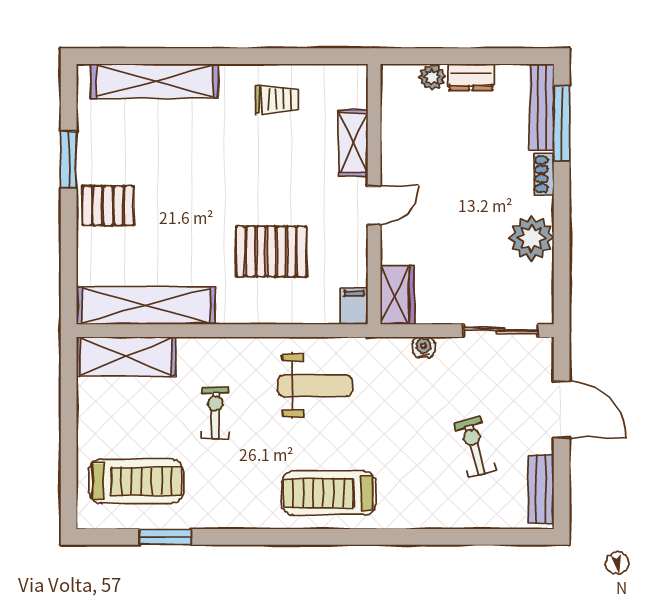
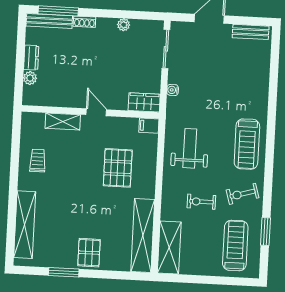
plant: (531, 238) -> (124, 25), width x0.53, depth x0.53
exercise bike: (475, 447) -> (243, 194), moved

